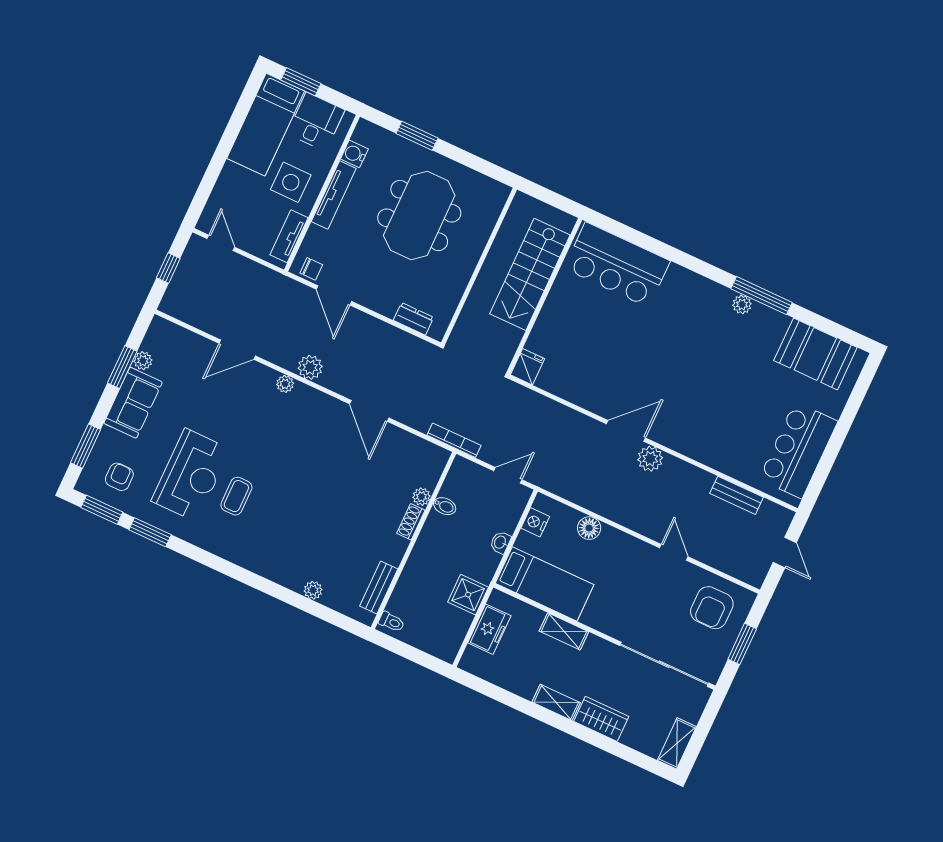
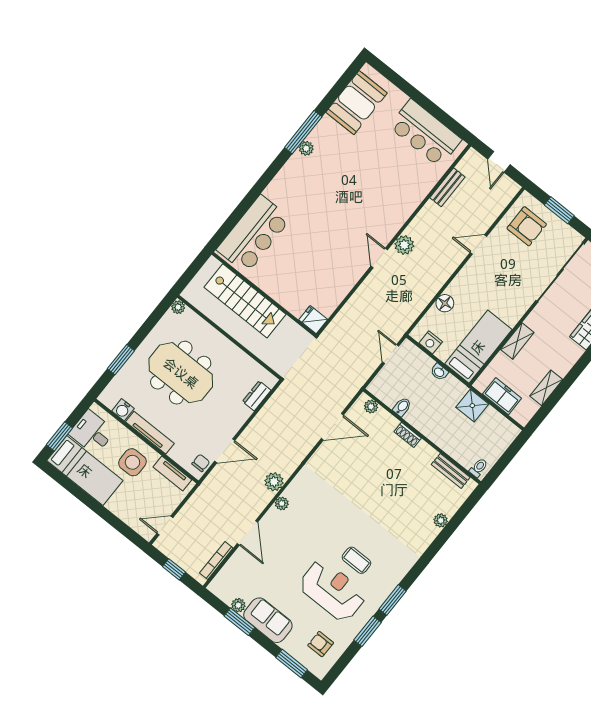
plant: (501, 192) -> (178, 307), added
door: (369, 411) -> (332, 427), moved
door: (626, 431) -> (379, 258), width x0.73
bookcase: (454, 440) -> (216, 560), moved
plant: (422, 497) -> (371, 407), moved
window: (102, 510) -> (393, 600), moved
door: (785, 552) -> (499, 162), swing flipped
shelving: (556, 702) -> (546, 388), moved

